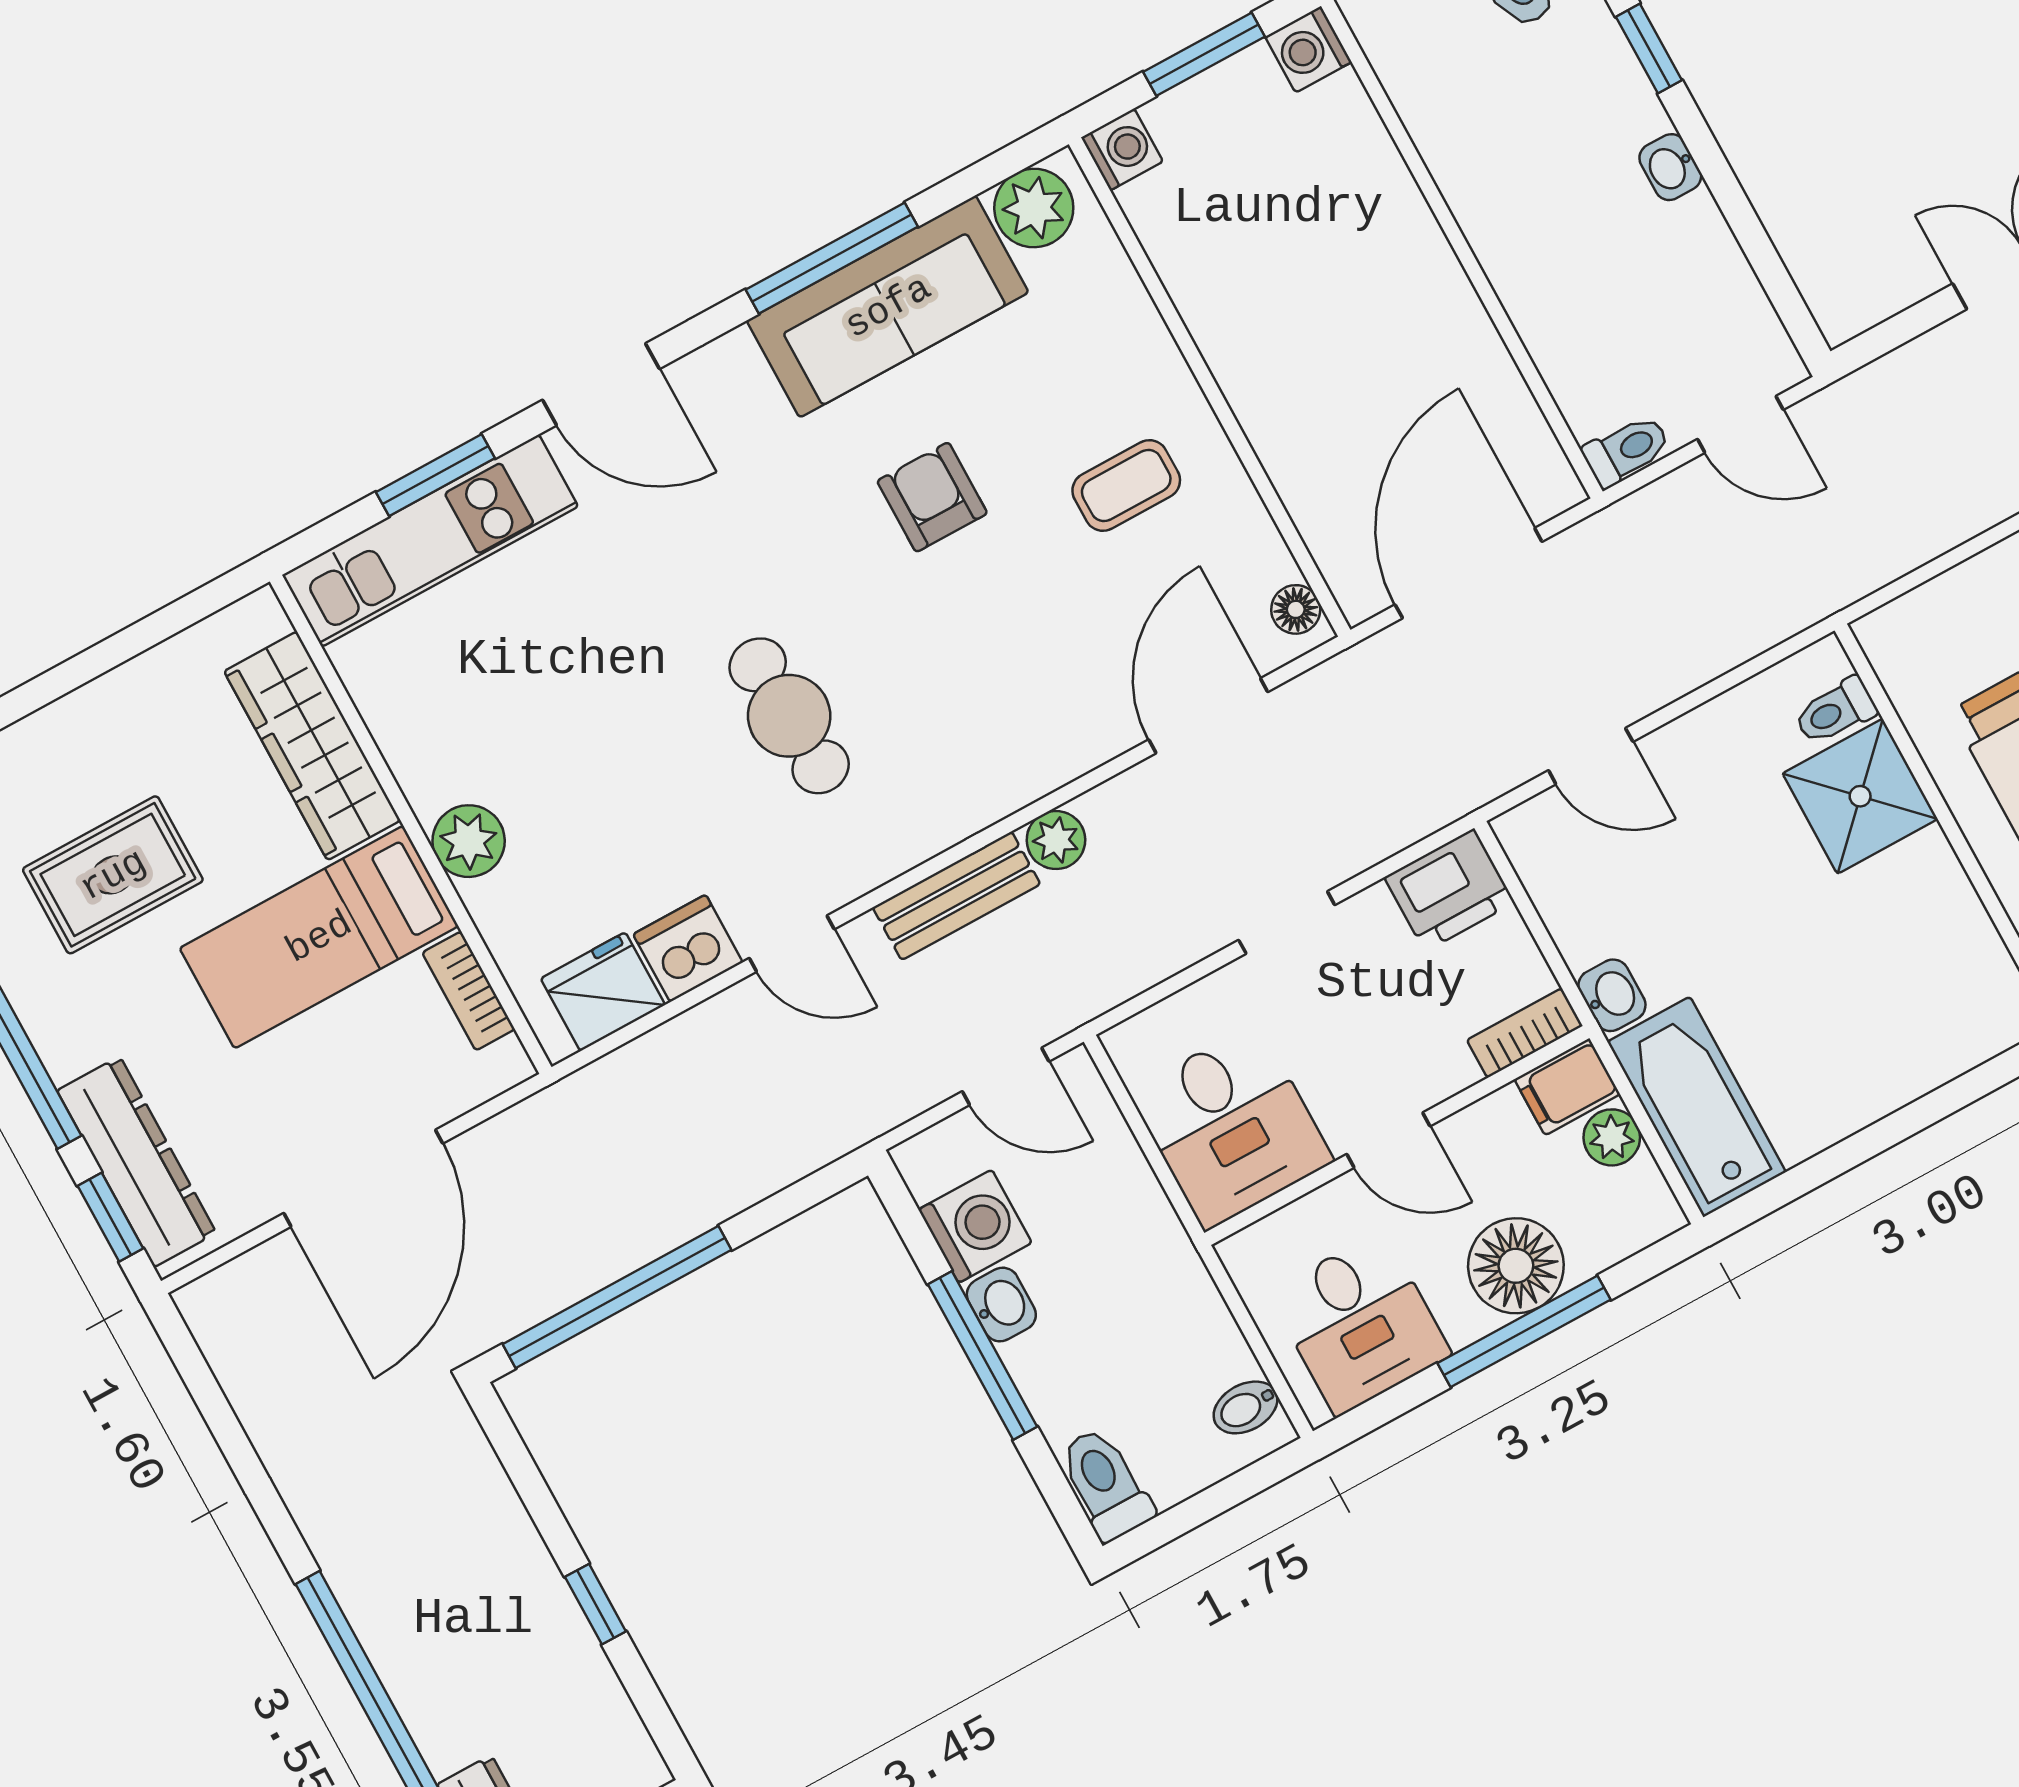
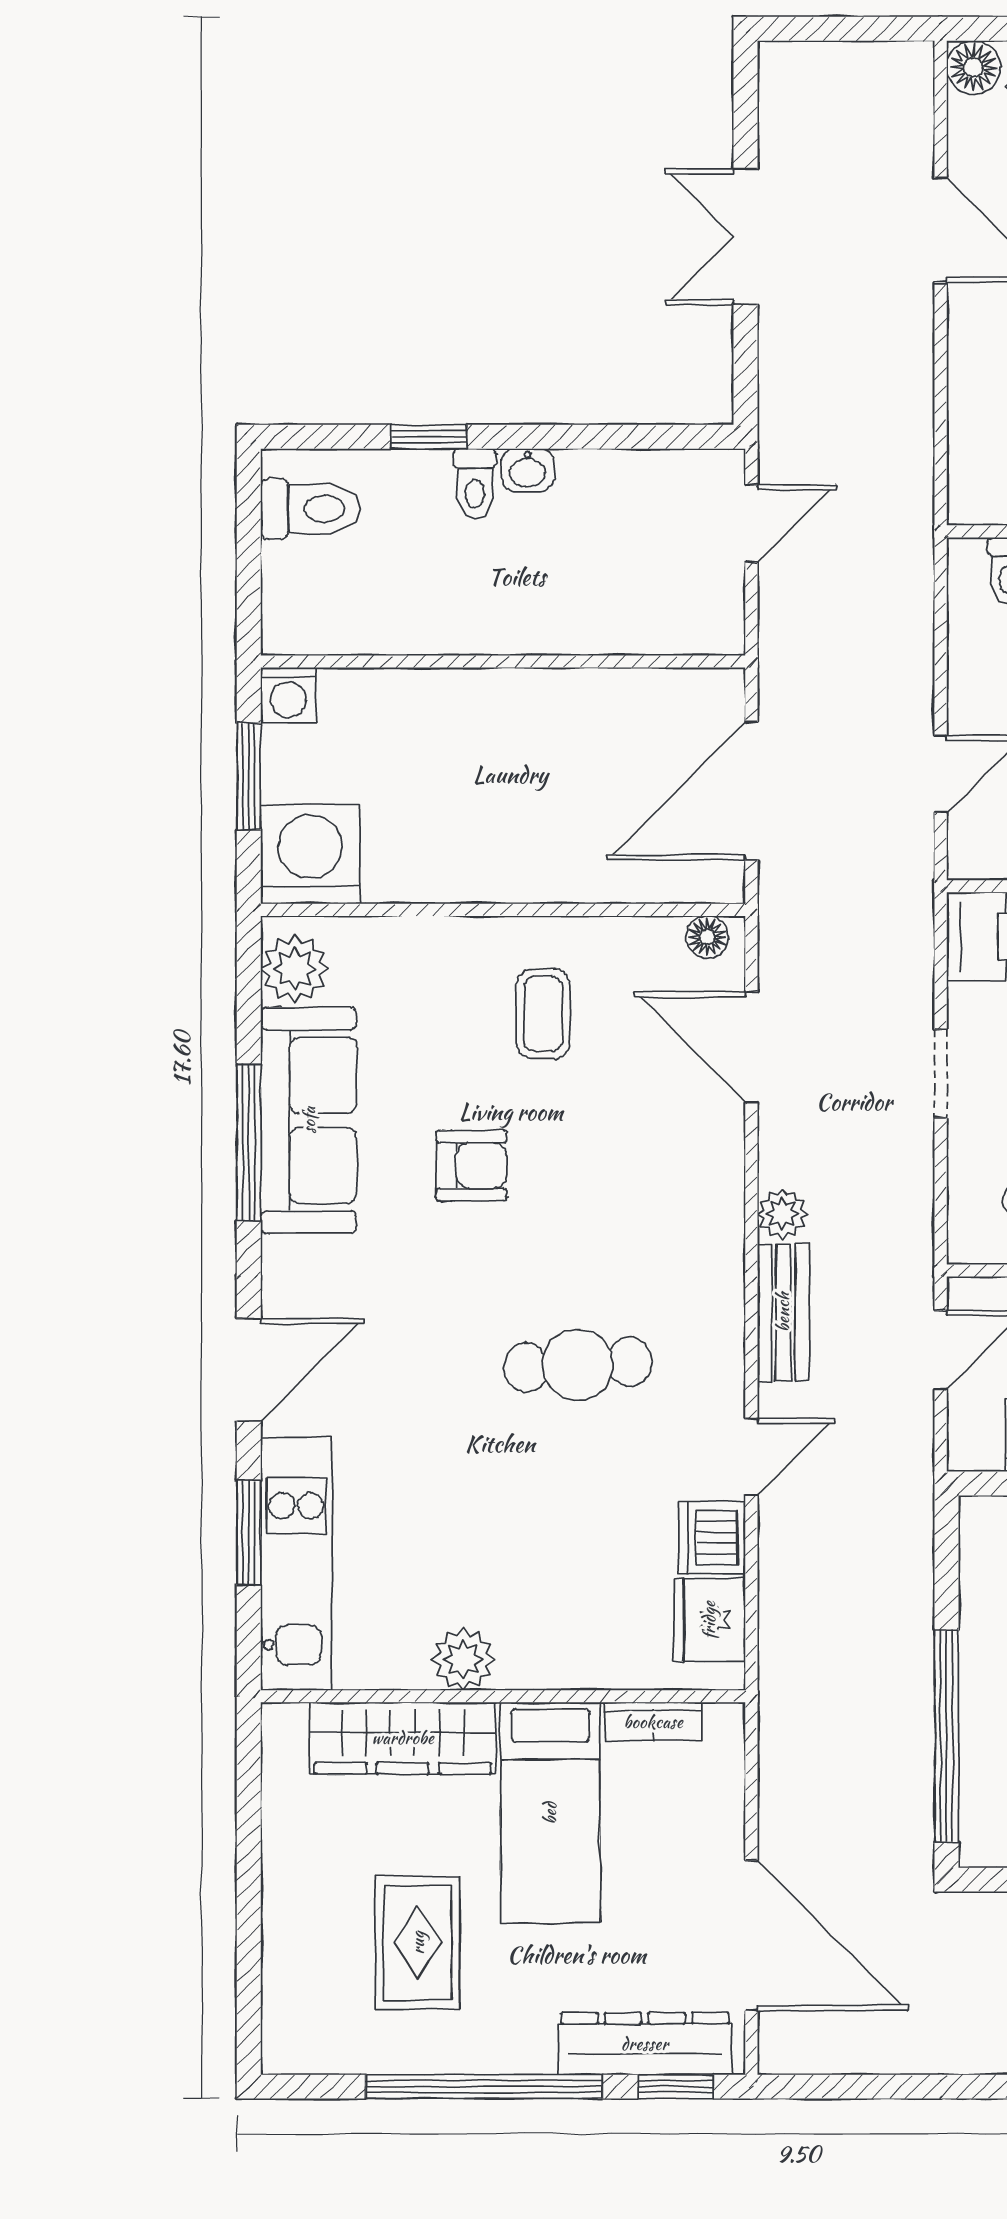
washing machine: (1122, 149) -> (310, 854), width x1.89, depth x1.89
toilet: (1626, 450) -> (475, 484), moved, turned 180
armchair: (932, 497) -> (471, 1166), turned 180
door: (1469, 573) -> (751, 791), hinge flipped
plant: (469, 841) -> (463, 1659), moved
door: (363, 1178) -> (751, 1935), moved

